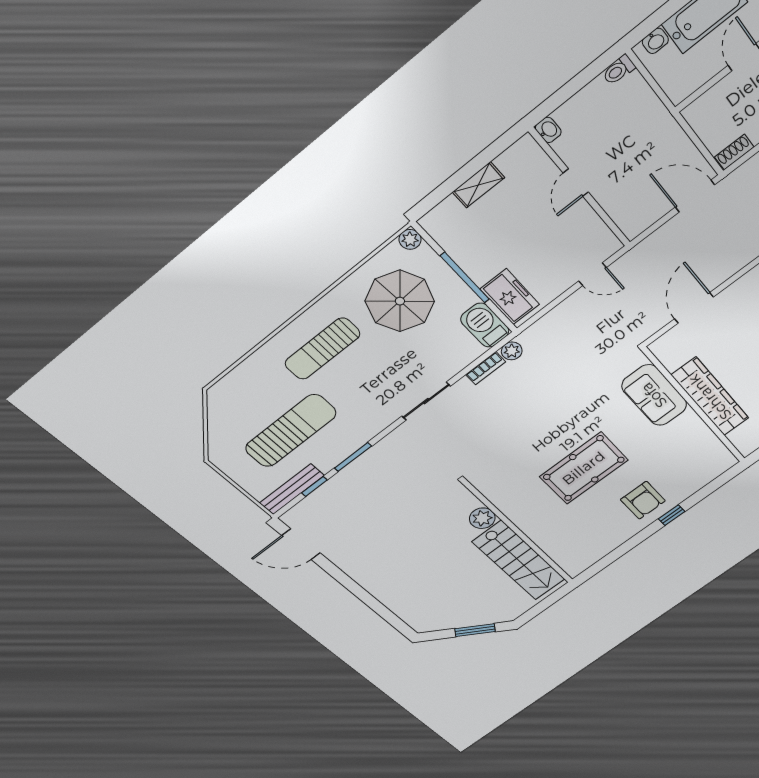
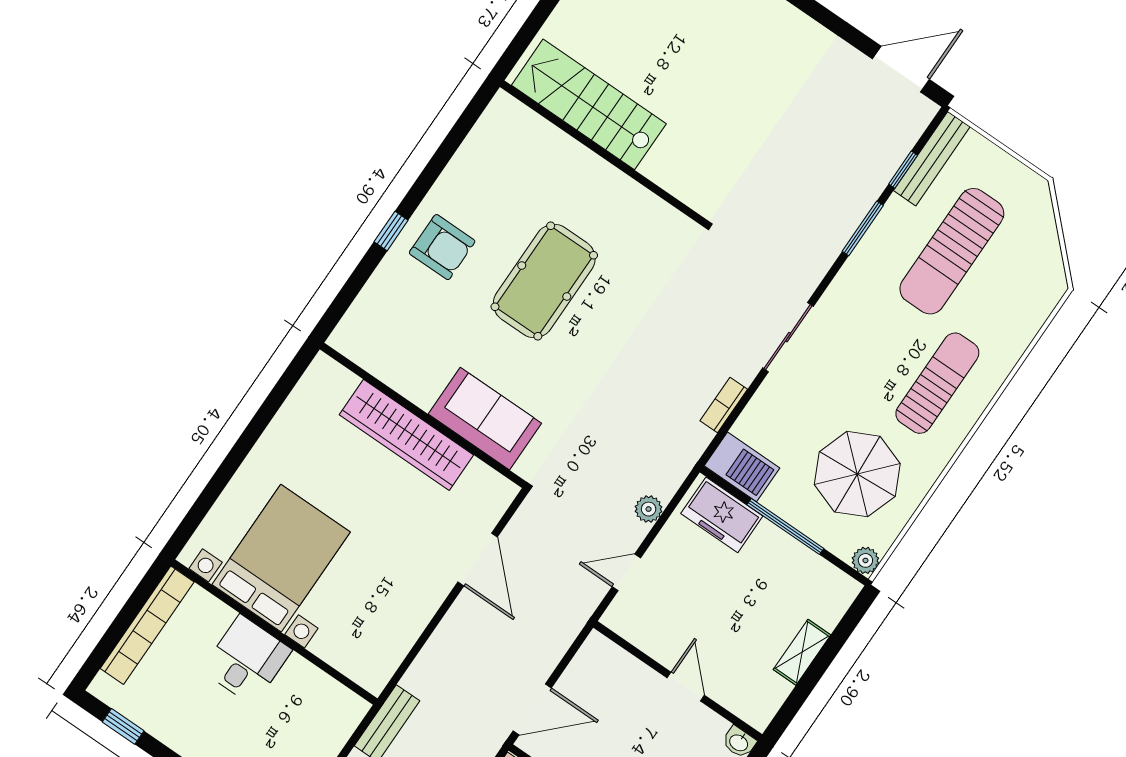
plant: (512, 351) -> (649, 509), moved
armchair: (643, 500) -> (442, 247), turned 180
plant: (482, 518) -> (662, 167), removed

